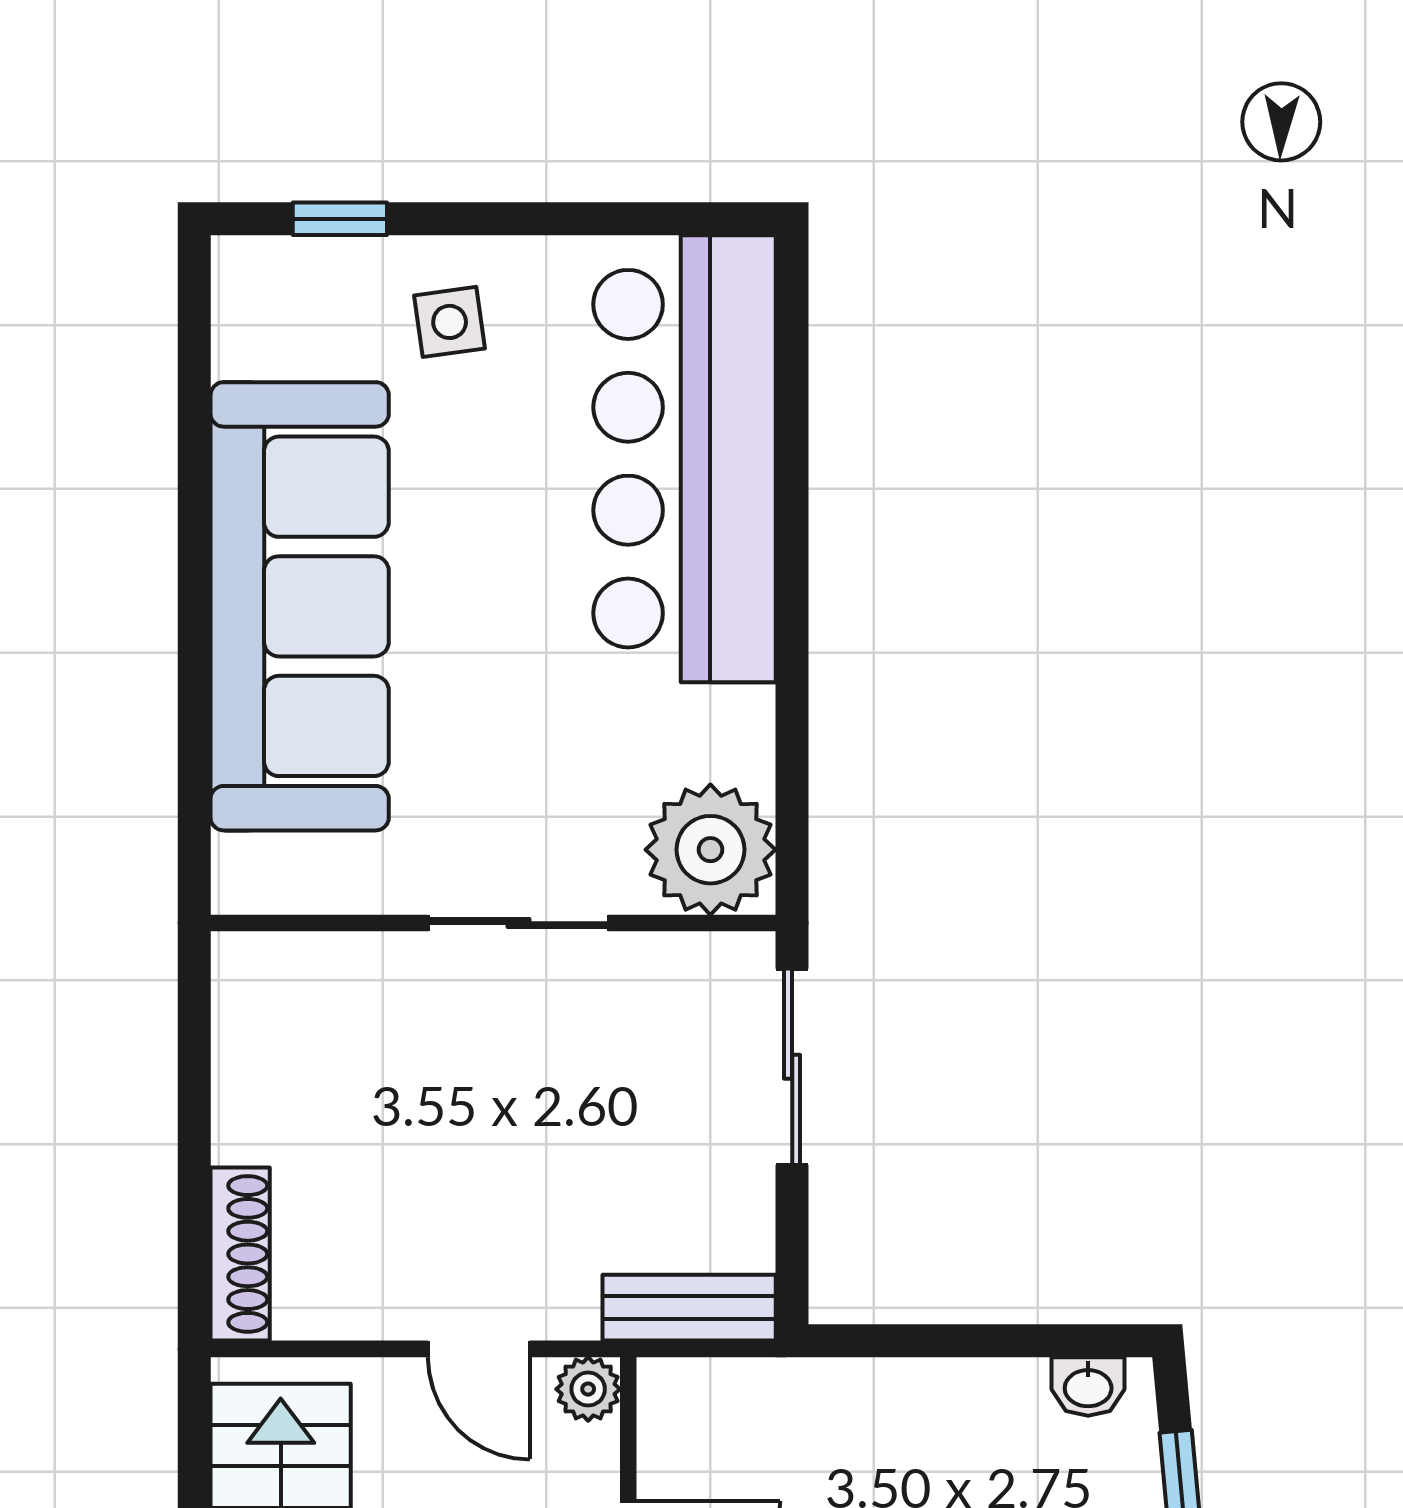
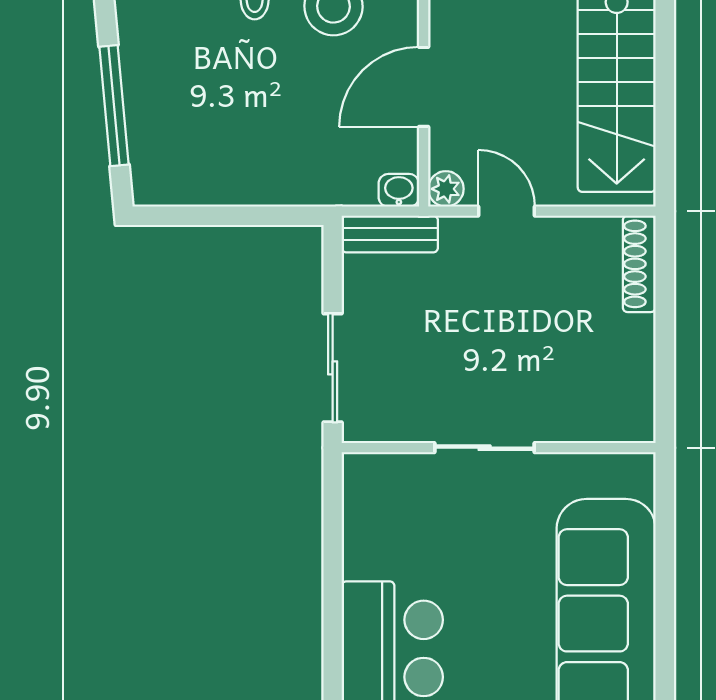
plant: (710, 850) -> (378, 488), removed
washbasin: (1088, 1386) -> (399, 190), moved

